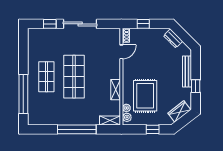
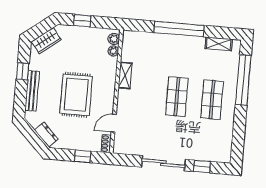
shop shelf: (74, 77) -> (177, 97), width x0.70, depth x0.74
rug: (145, 96) -> (76, 95), moved
shelving: (110, 120) -> (219, 44), moved

